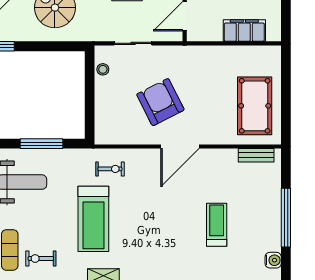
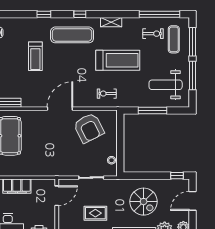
armchair: (160, 102) -> (89, 128), moved
treadmill: (93, 219) -> (118, 60), turned 90
exercise mat: (162, 257) -> (72, 35), added

